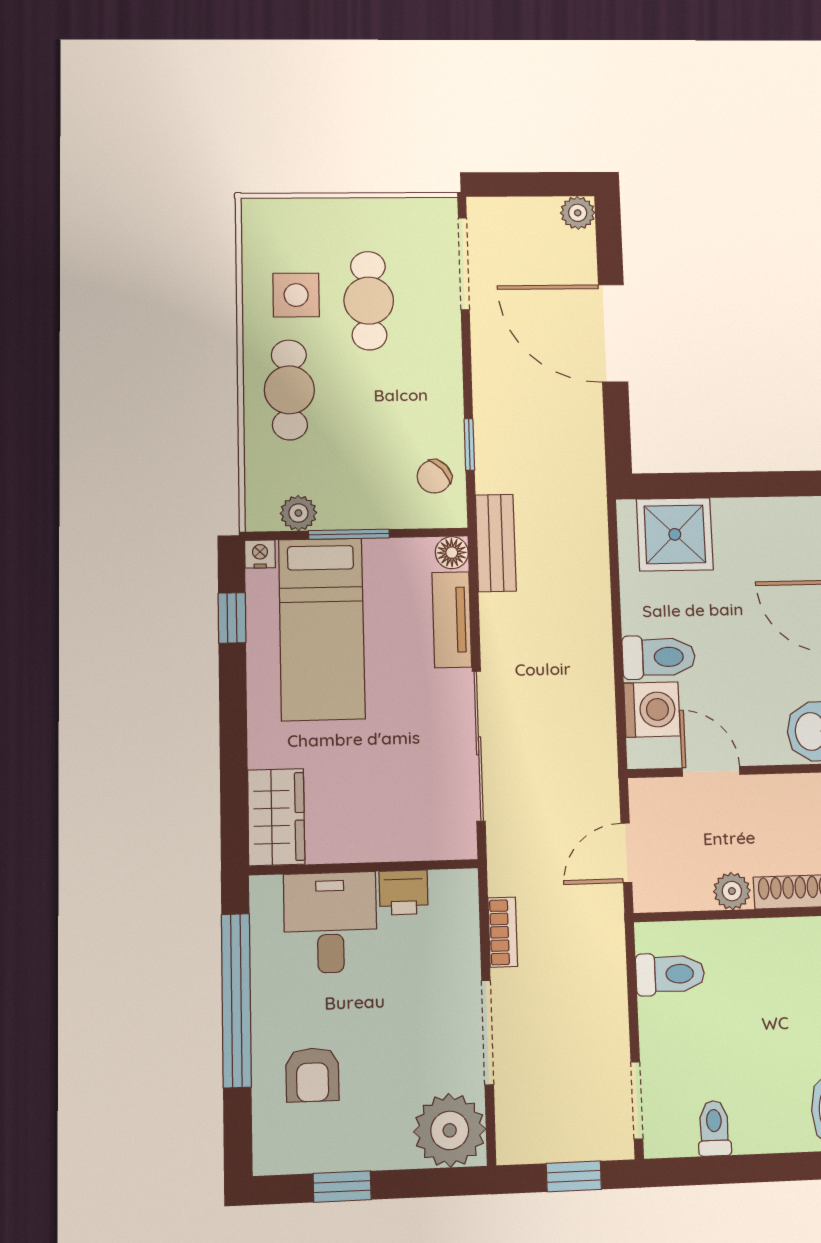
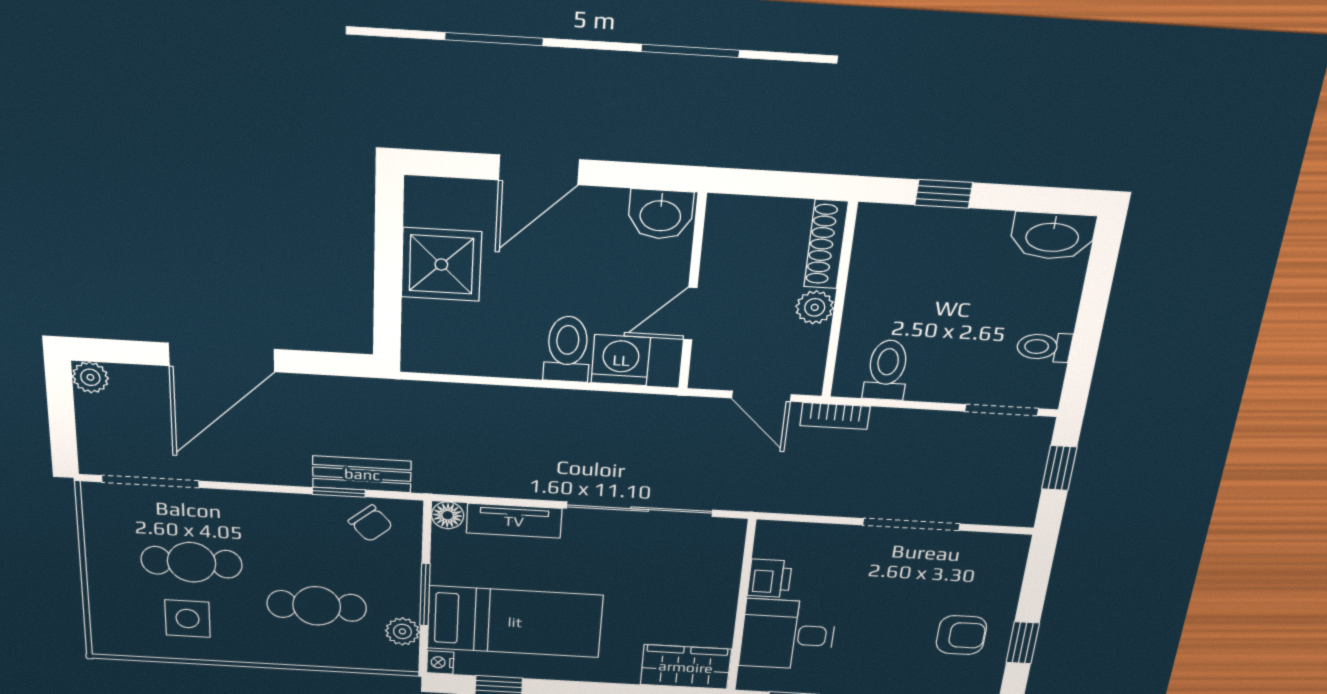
cafe table: (289, 390) -> (317, 606), moved
shower: (675, 534) -> (441, 265), moved
bench: (496, 543) -> (362, 474), moved
bookcase: (503, 932) -> (835, 416), moved, turned 180
armchair: (312, 1075) -> (961, 635), moved
plant: (450, 1130) -> (993, 561), removed

